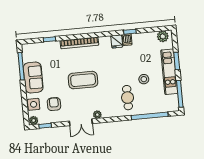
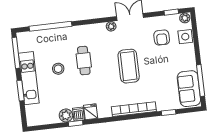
plant: (163, 36) -> (66, 115), moved
sofa: (33, 77) -> (189, 89), moved
coffee table: (83, 80) -> (129, 66), turned 90
cafe table: (128, 98) -> (84, 61), moved

